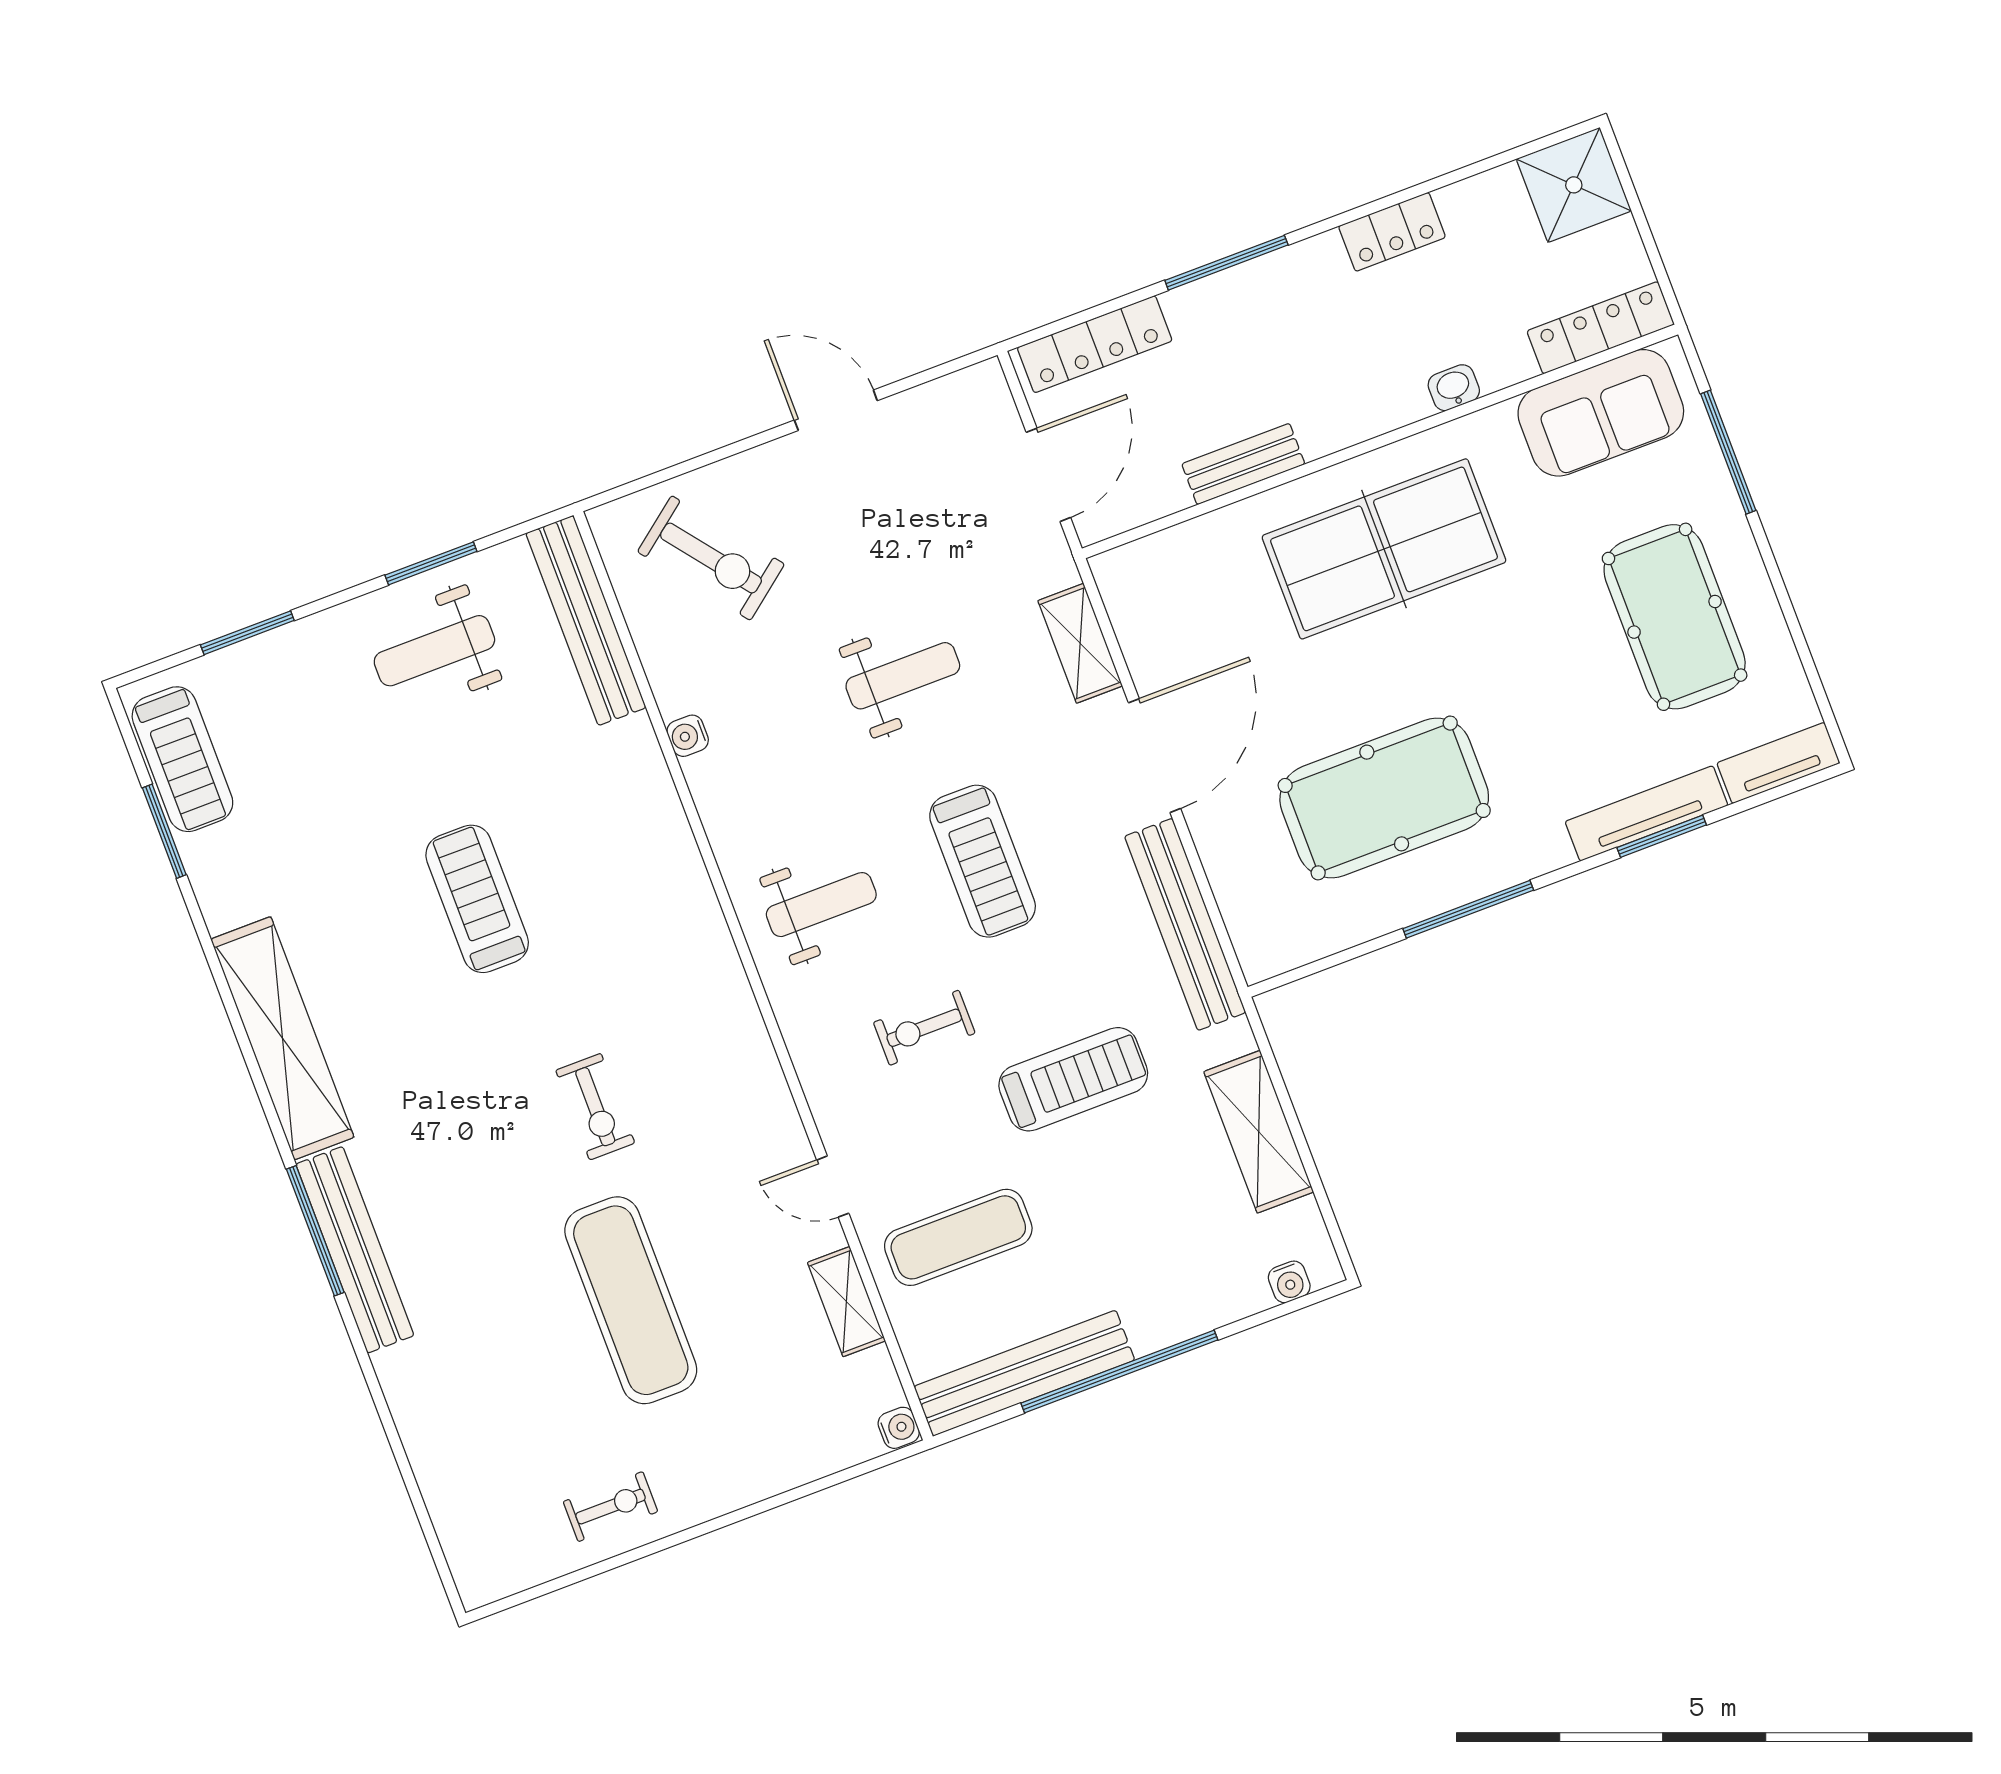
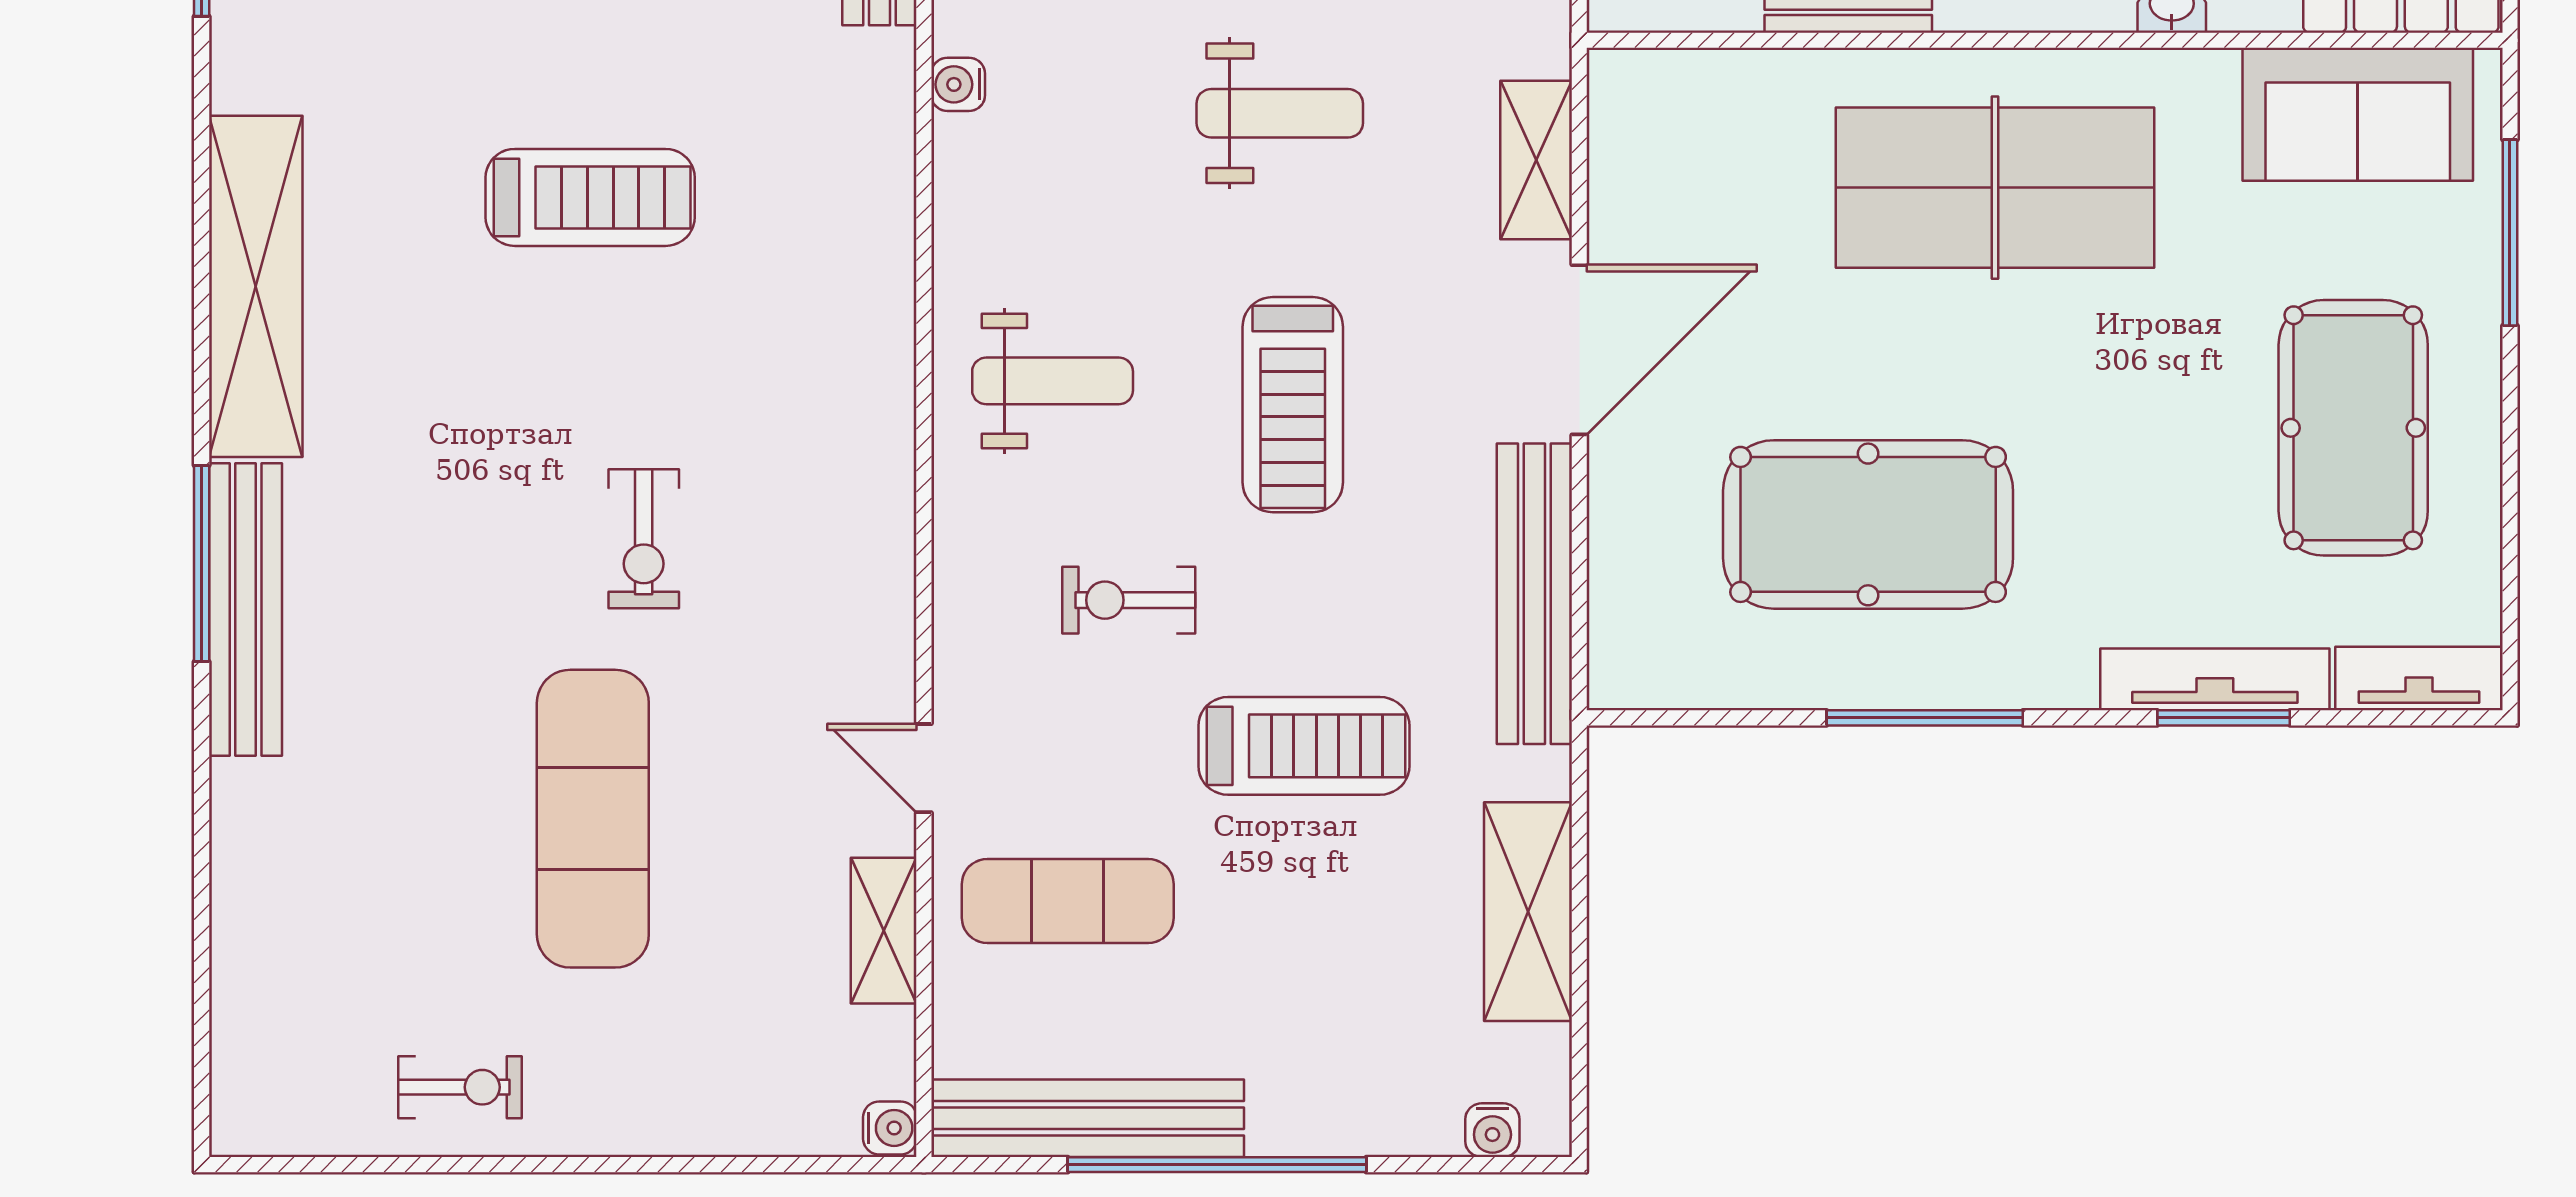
treadmill: (477, 899) -> (590, 197), turned 90

